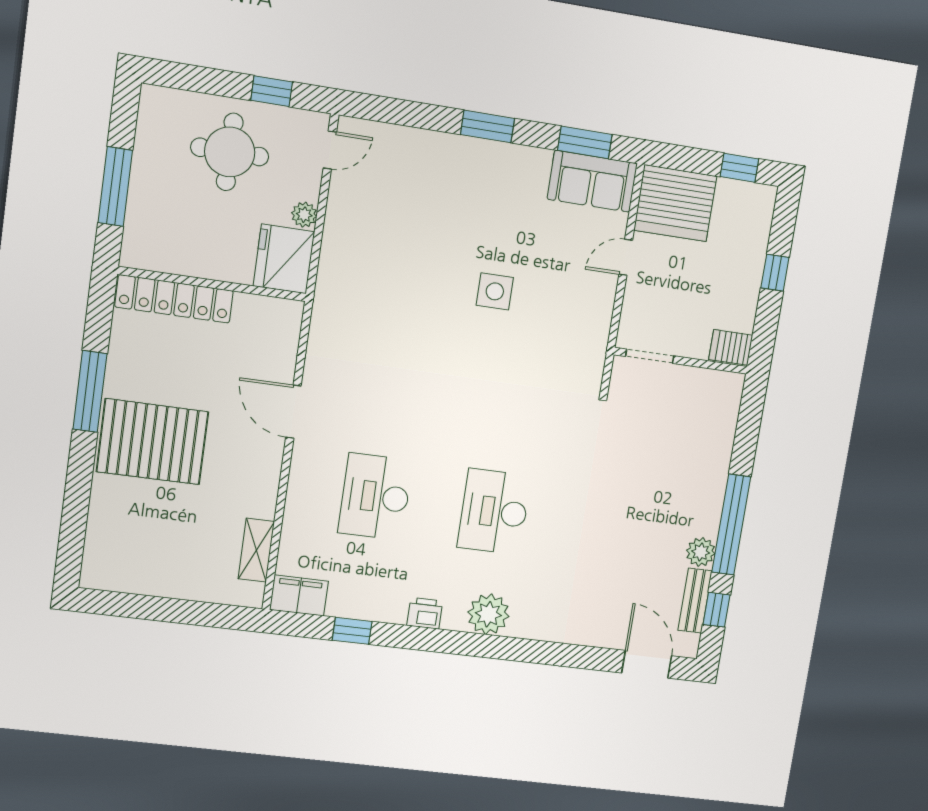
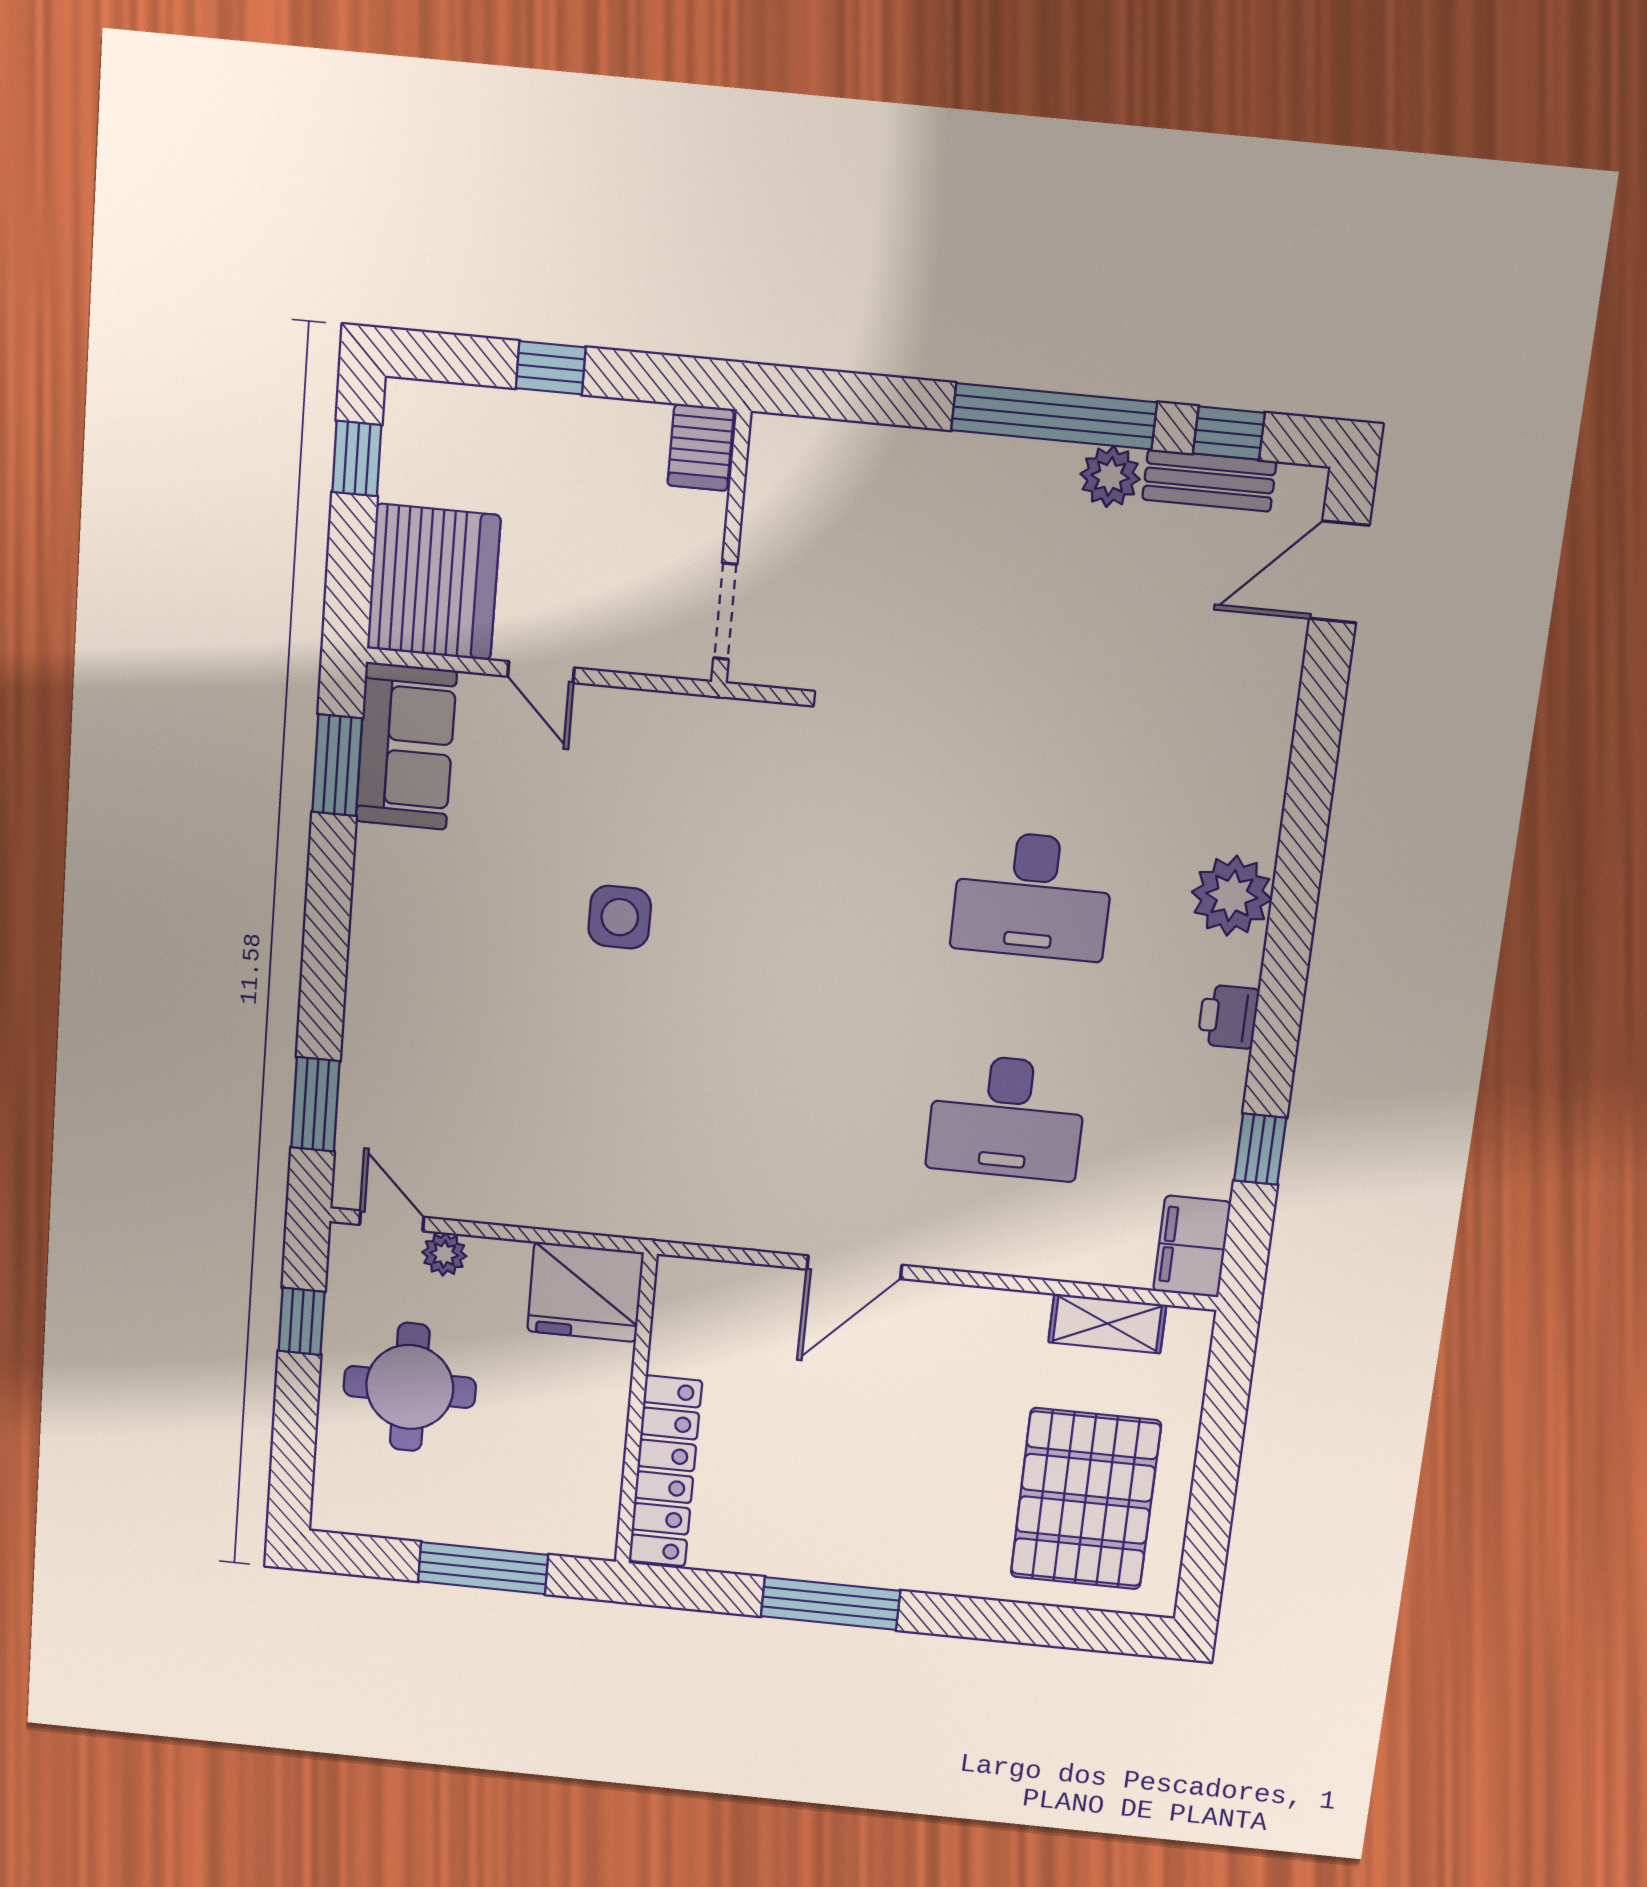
window: (487, 126) -> (315, 1104), moved
plant: (304, 215) -> (444, 1254), moved
pallet: (152, 442) -> (1086, 1499), moved

